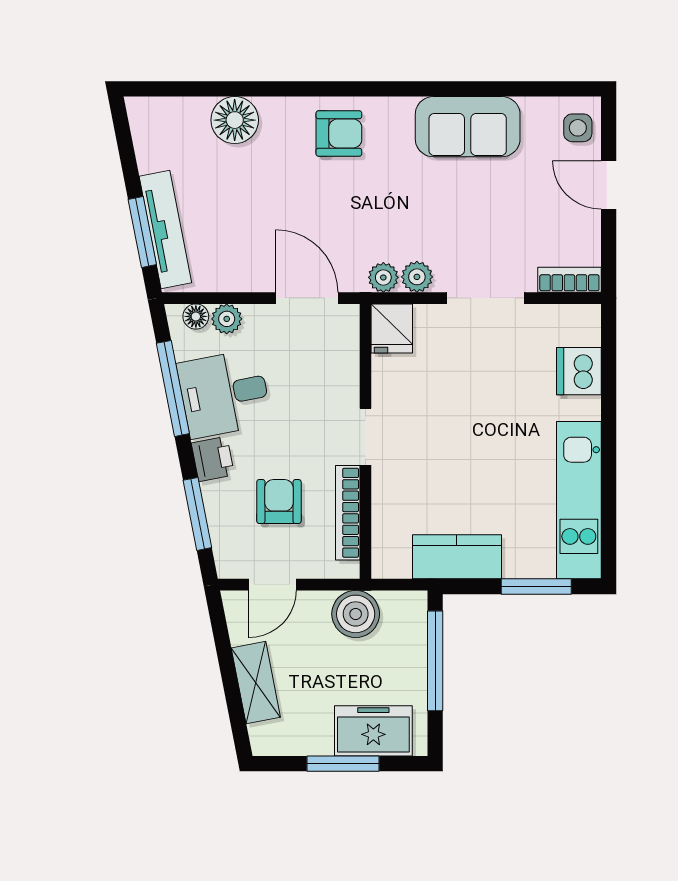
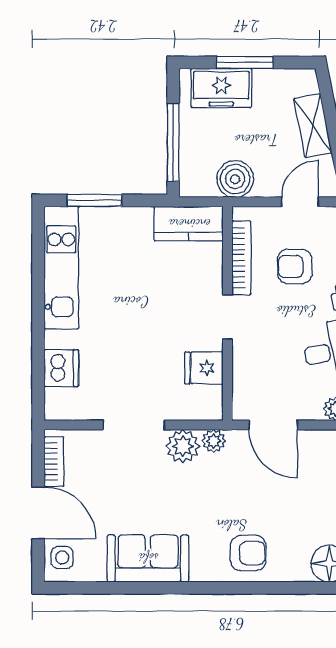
armchair: (339, 133) -> (248, 553), turned 180
door: (609, 185) -> (38, 513), width x1.38
plant: (417, 277) -> (183, 446), width x1.38, depth x1.38
bookcase: (569, 280) -> (54, 462), moved, turned -90
fridge: (392, 328) -> (204, 368), moved, turned -90
armchair: (279, 502) -> (295, 267), turned 90
kitchen counter: (457, 557) -> (189, 224), moved

